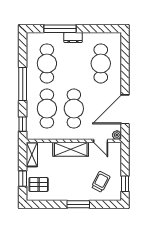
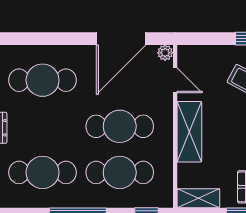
door: (125, 109) -> (121, 39), hinge flipped
door: (101, 141) -> (175, 80), hinge flipped

